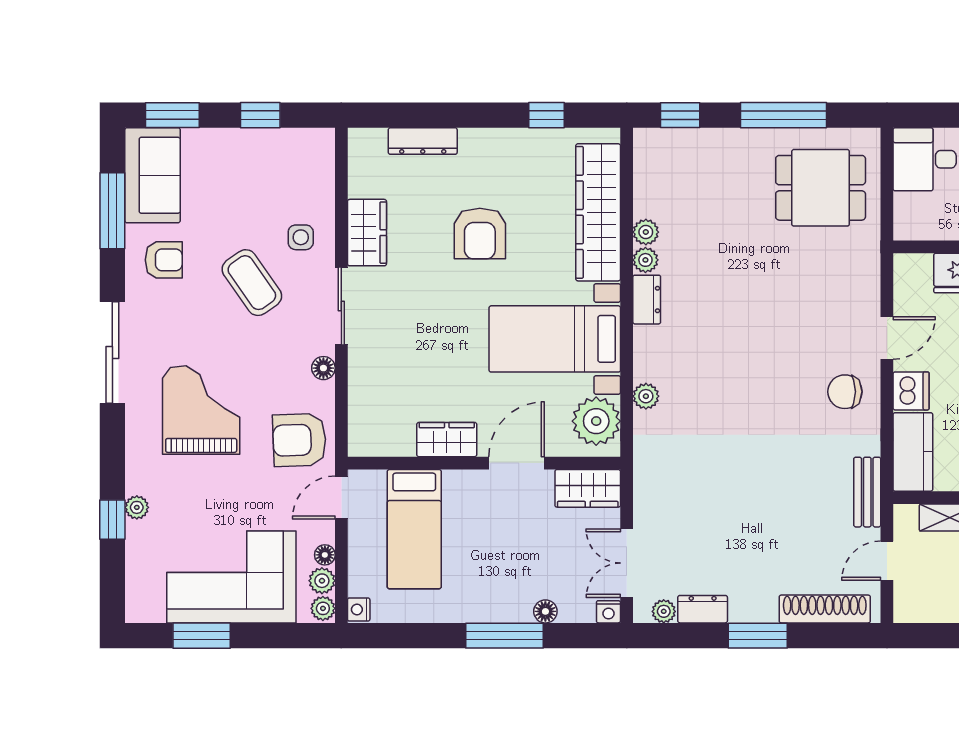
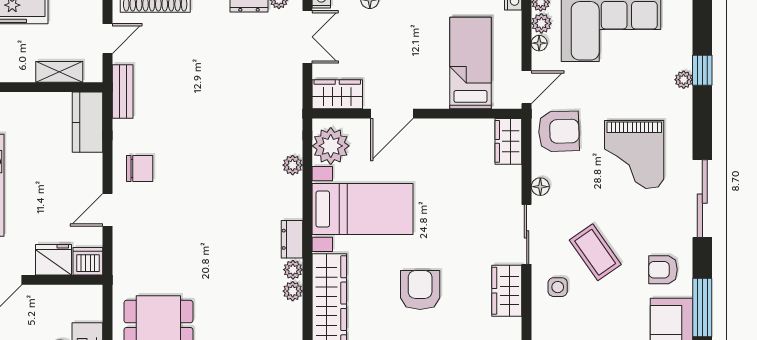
dishwasher: (911, 391) -> (88, 261), moved, turned 90
wardrobe: (447, 440) -> (508, 141), moved, turned 90

